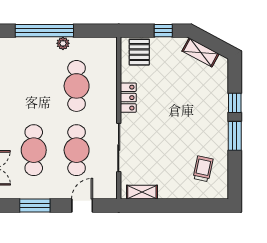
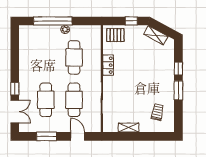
pallet: (139, 52) -> (115, 35), turned 90
shelving: (142, 192) -> (129, 128), moved
door: (82, 205) -> (78, 136), hinge flipped

